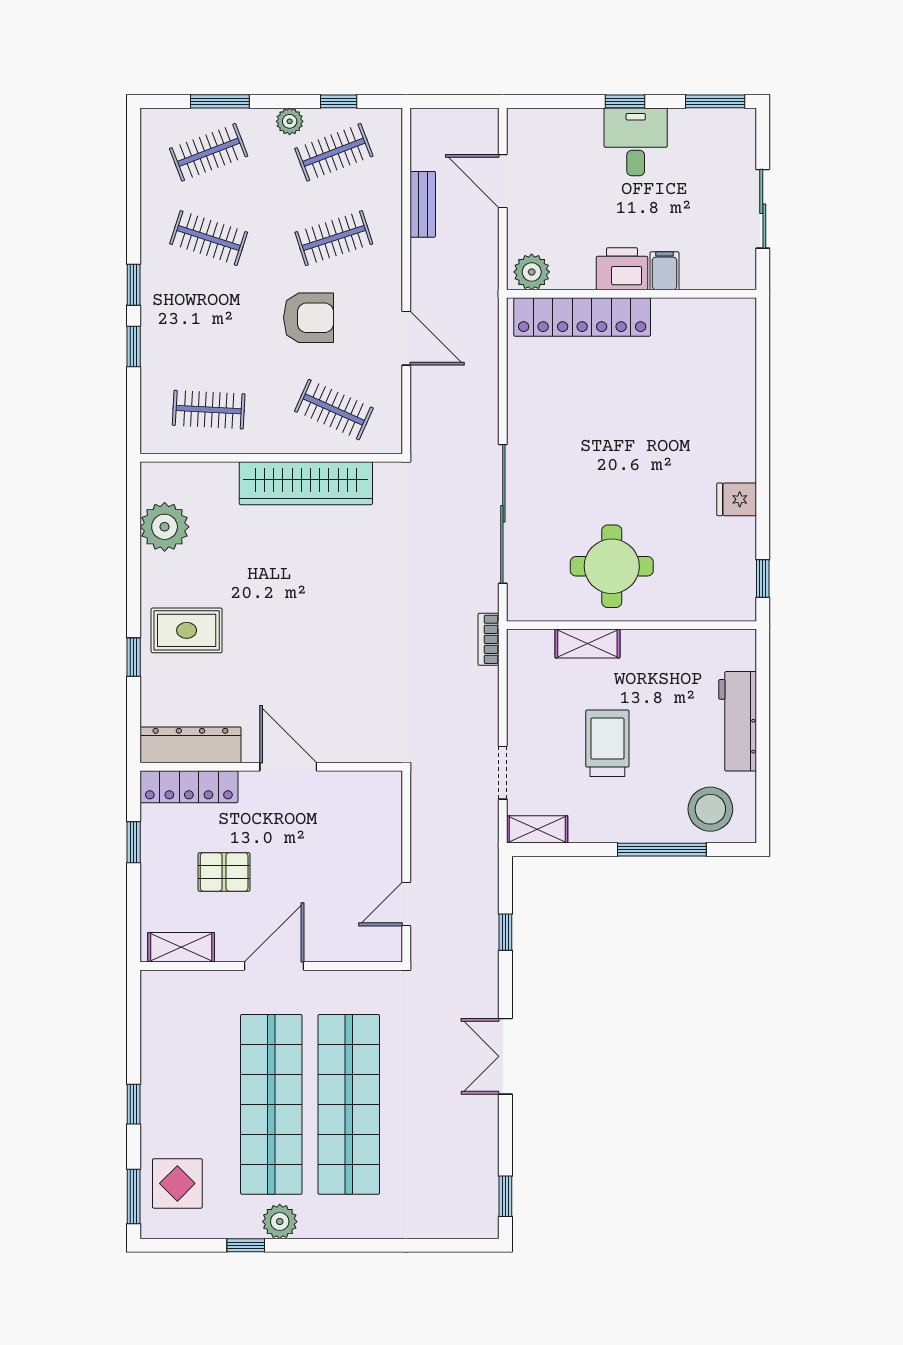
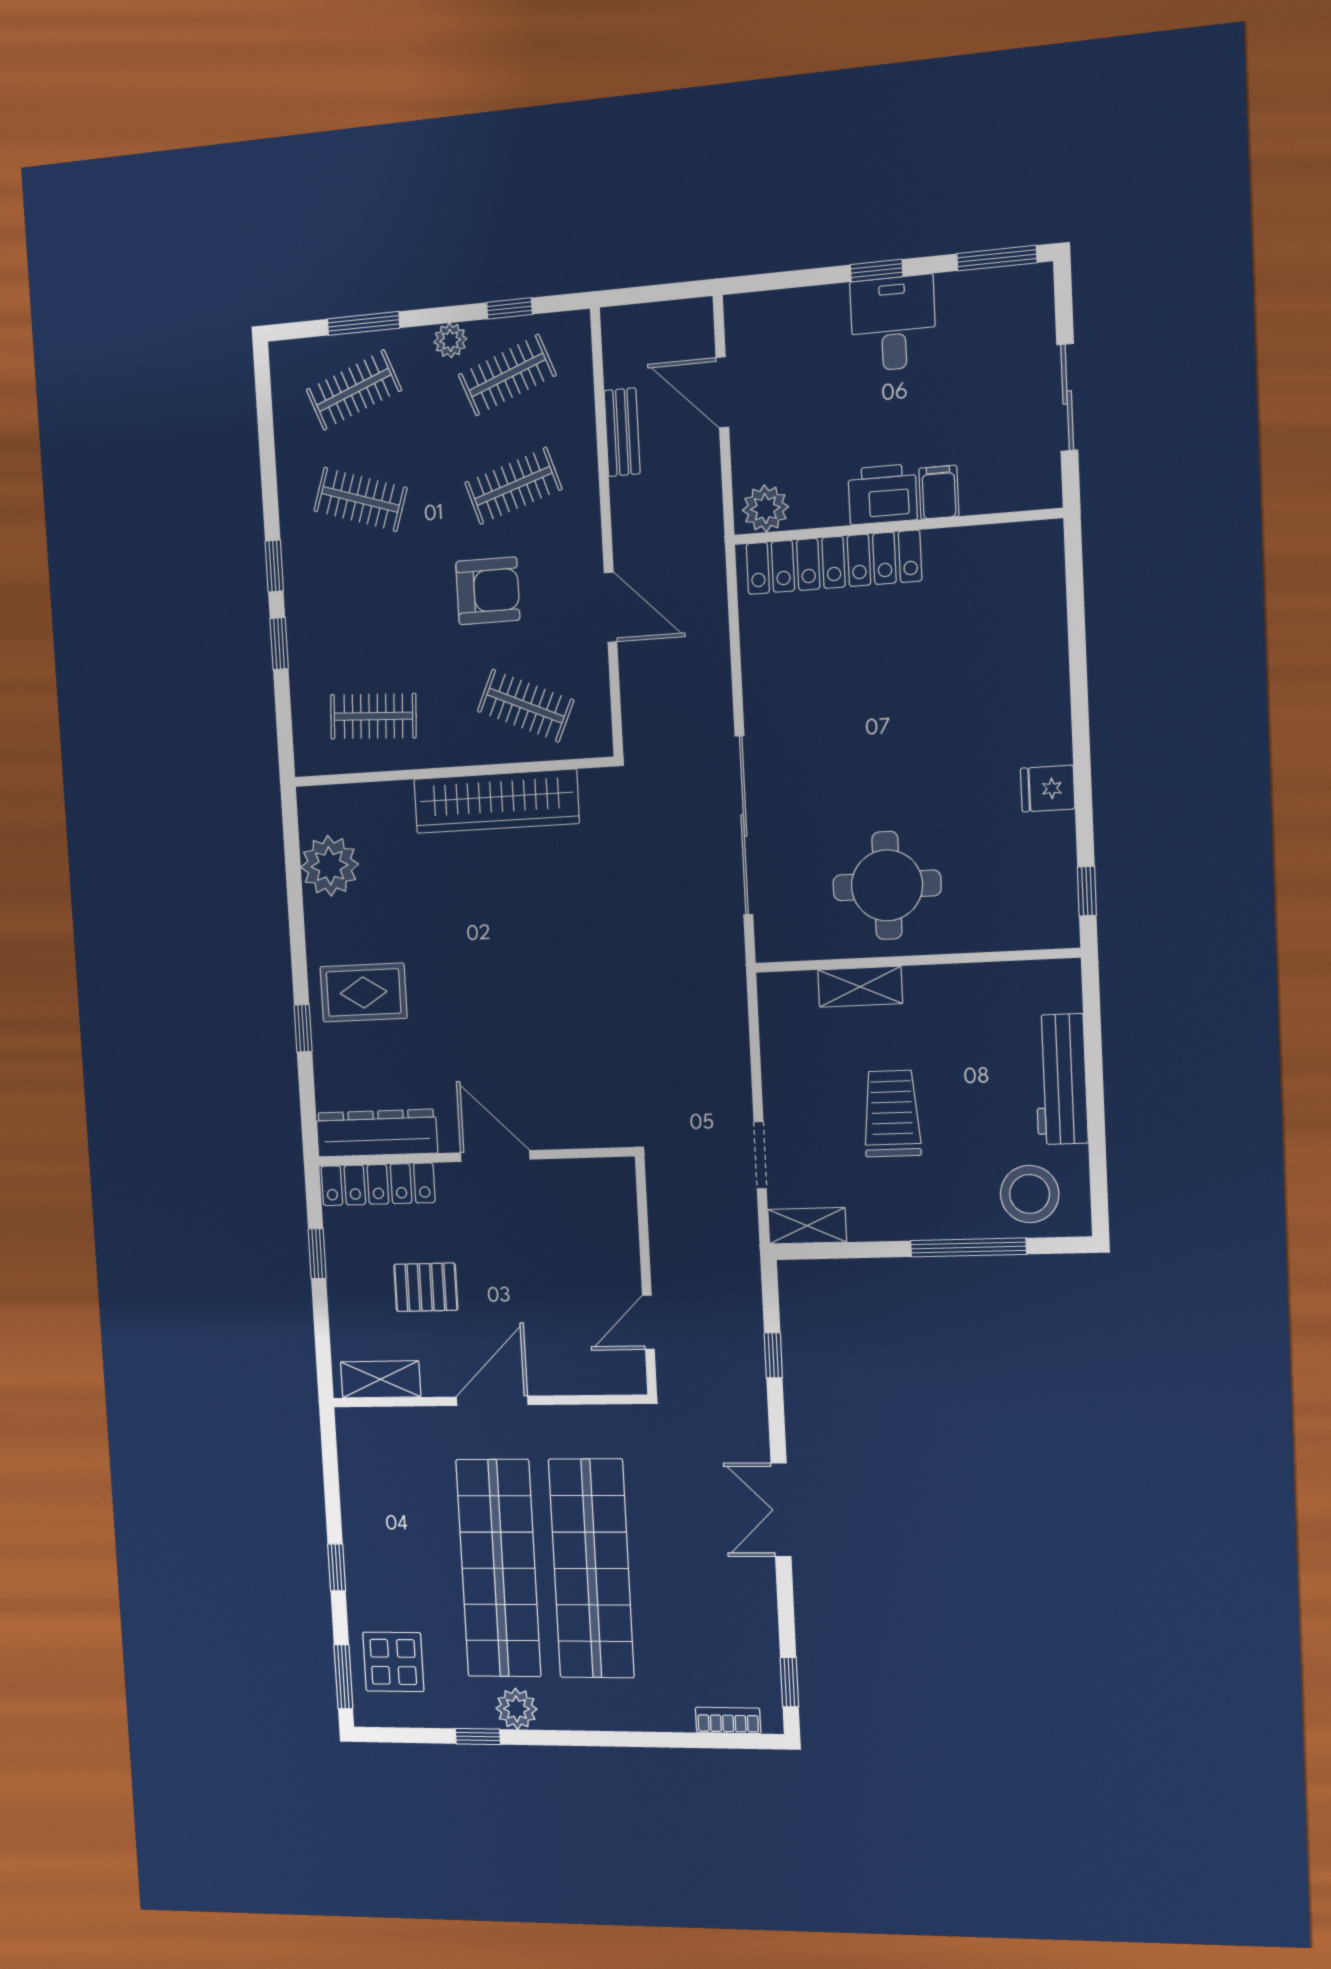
bookcase: (489, 639) -> (728, 1720), moved, turned 90

